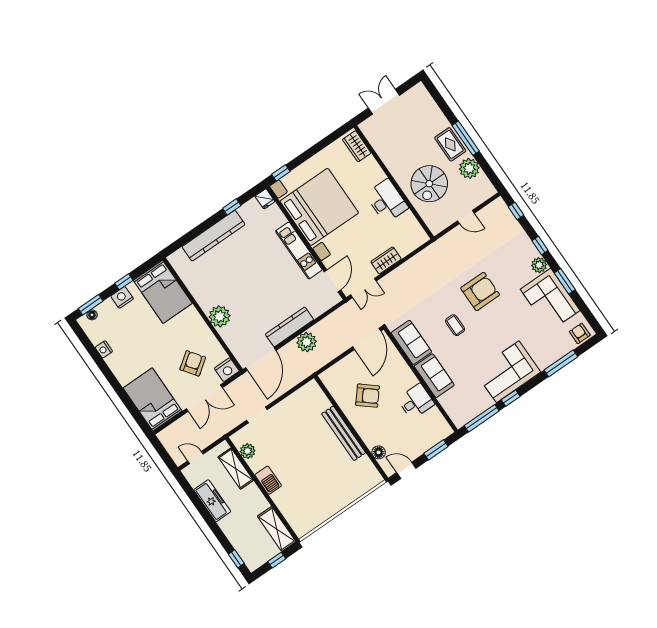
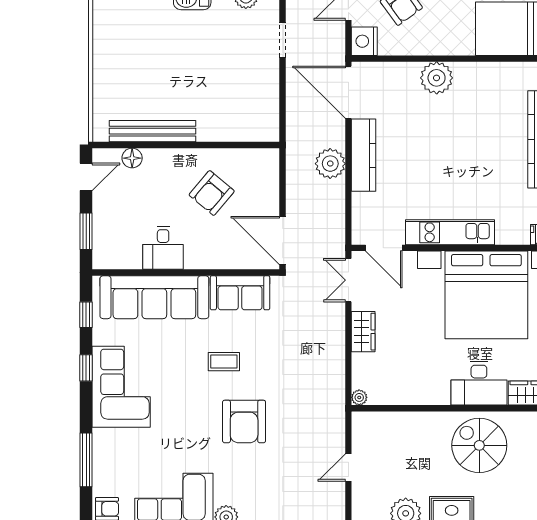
spiral stairs: (429, 184) -> (479, 445), moved
desk: (387, 201) -> (479, 383), moved
plant: (423, 238) -> (359, 397), added
sofa: (434, 376) -> (154, 297), width x1.85, depth x1.27
window: (482, 418) -> (86, 315), width x0.46
bench: (344, 433) -> (153, 131), moved

